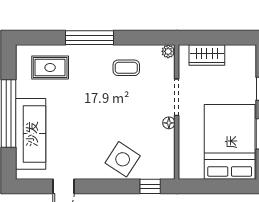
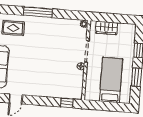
coffee table: (126, 68) -> (58, 32), removed
bed: (230, 142) -> (111, 80), width x0.67
side table: (123, 159) -> (52, 86), removed

